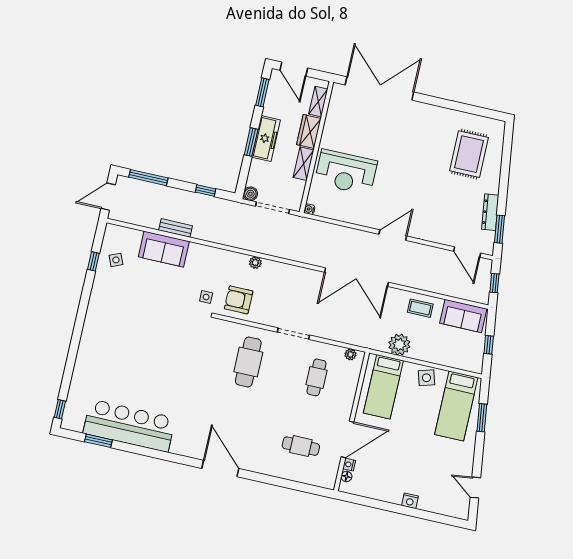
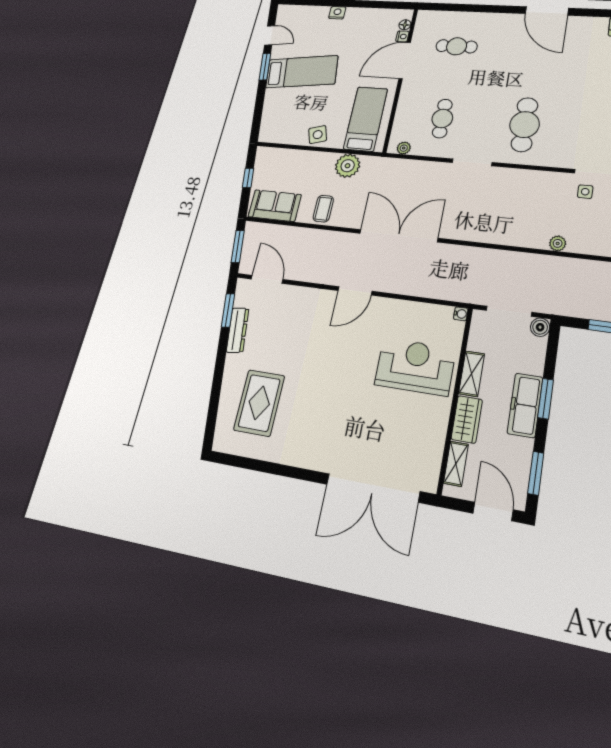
plant: (255, 263) -> (558, 243), moved
window: (494, 283) -> (238, 247), width x1.50
armchair: (239, 300) -> (543, 193), removed
coffee table: (420, 308) -> (323, 209), turned 90
bed: (456, 406) -> (302, 72), moved, turned 83
window: (482, 418) -> (265, 67), moved

